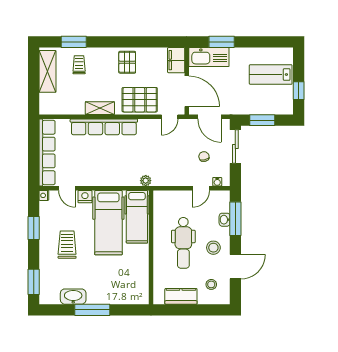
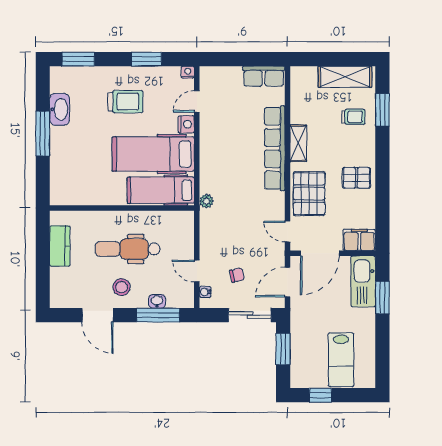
lab bench: (271, 75) -> (341, 360), turned 180
row of seats: (47, 152) -> (264, 76), width x0.50
stool: (211, 284) -> (75, 284), removed

